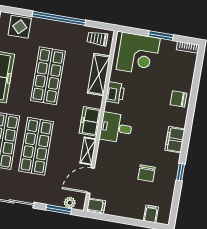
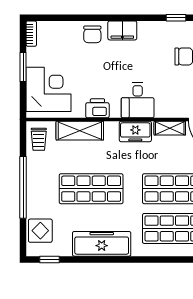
filing cabinet: (175, 140) -> (122, 30), moved

